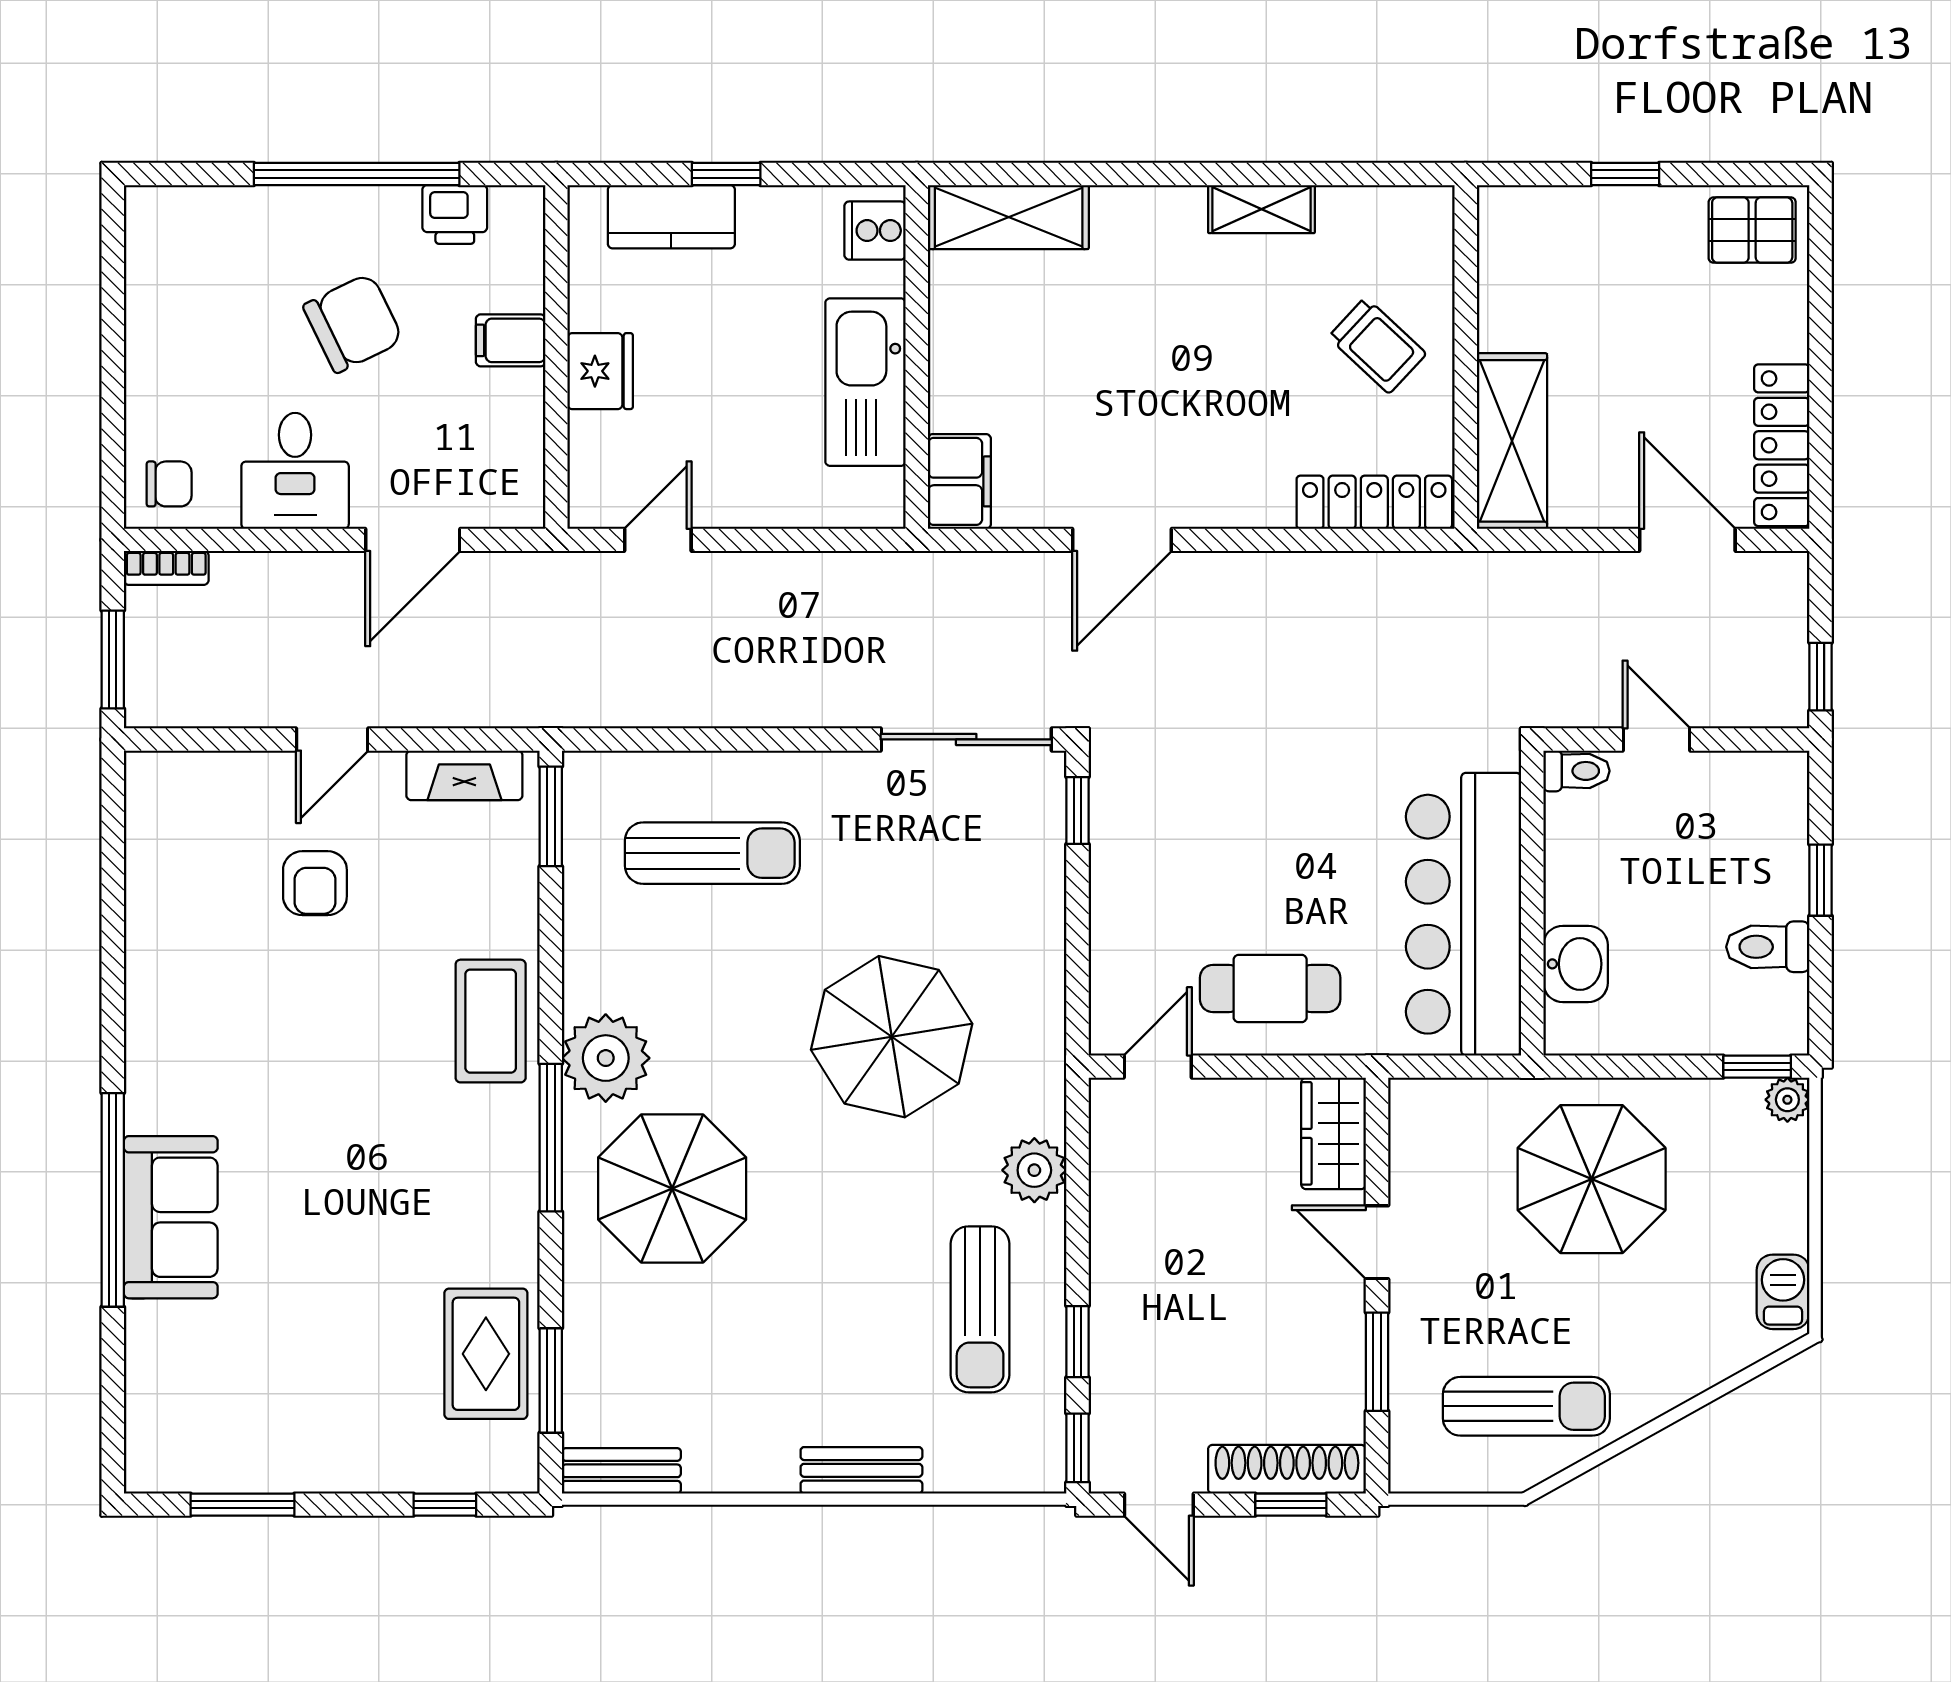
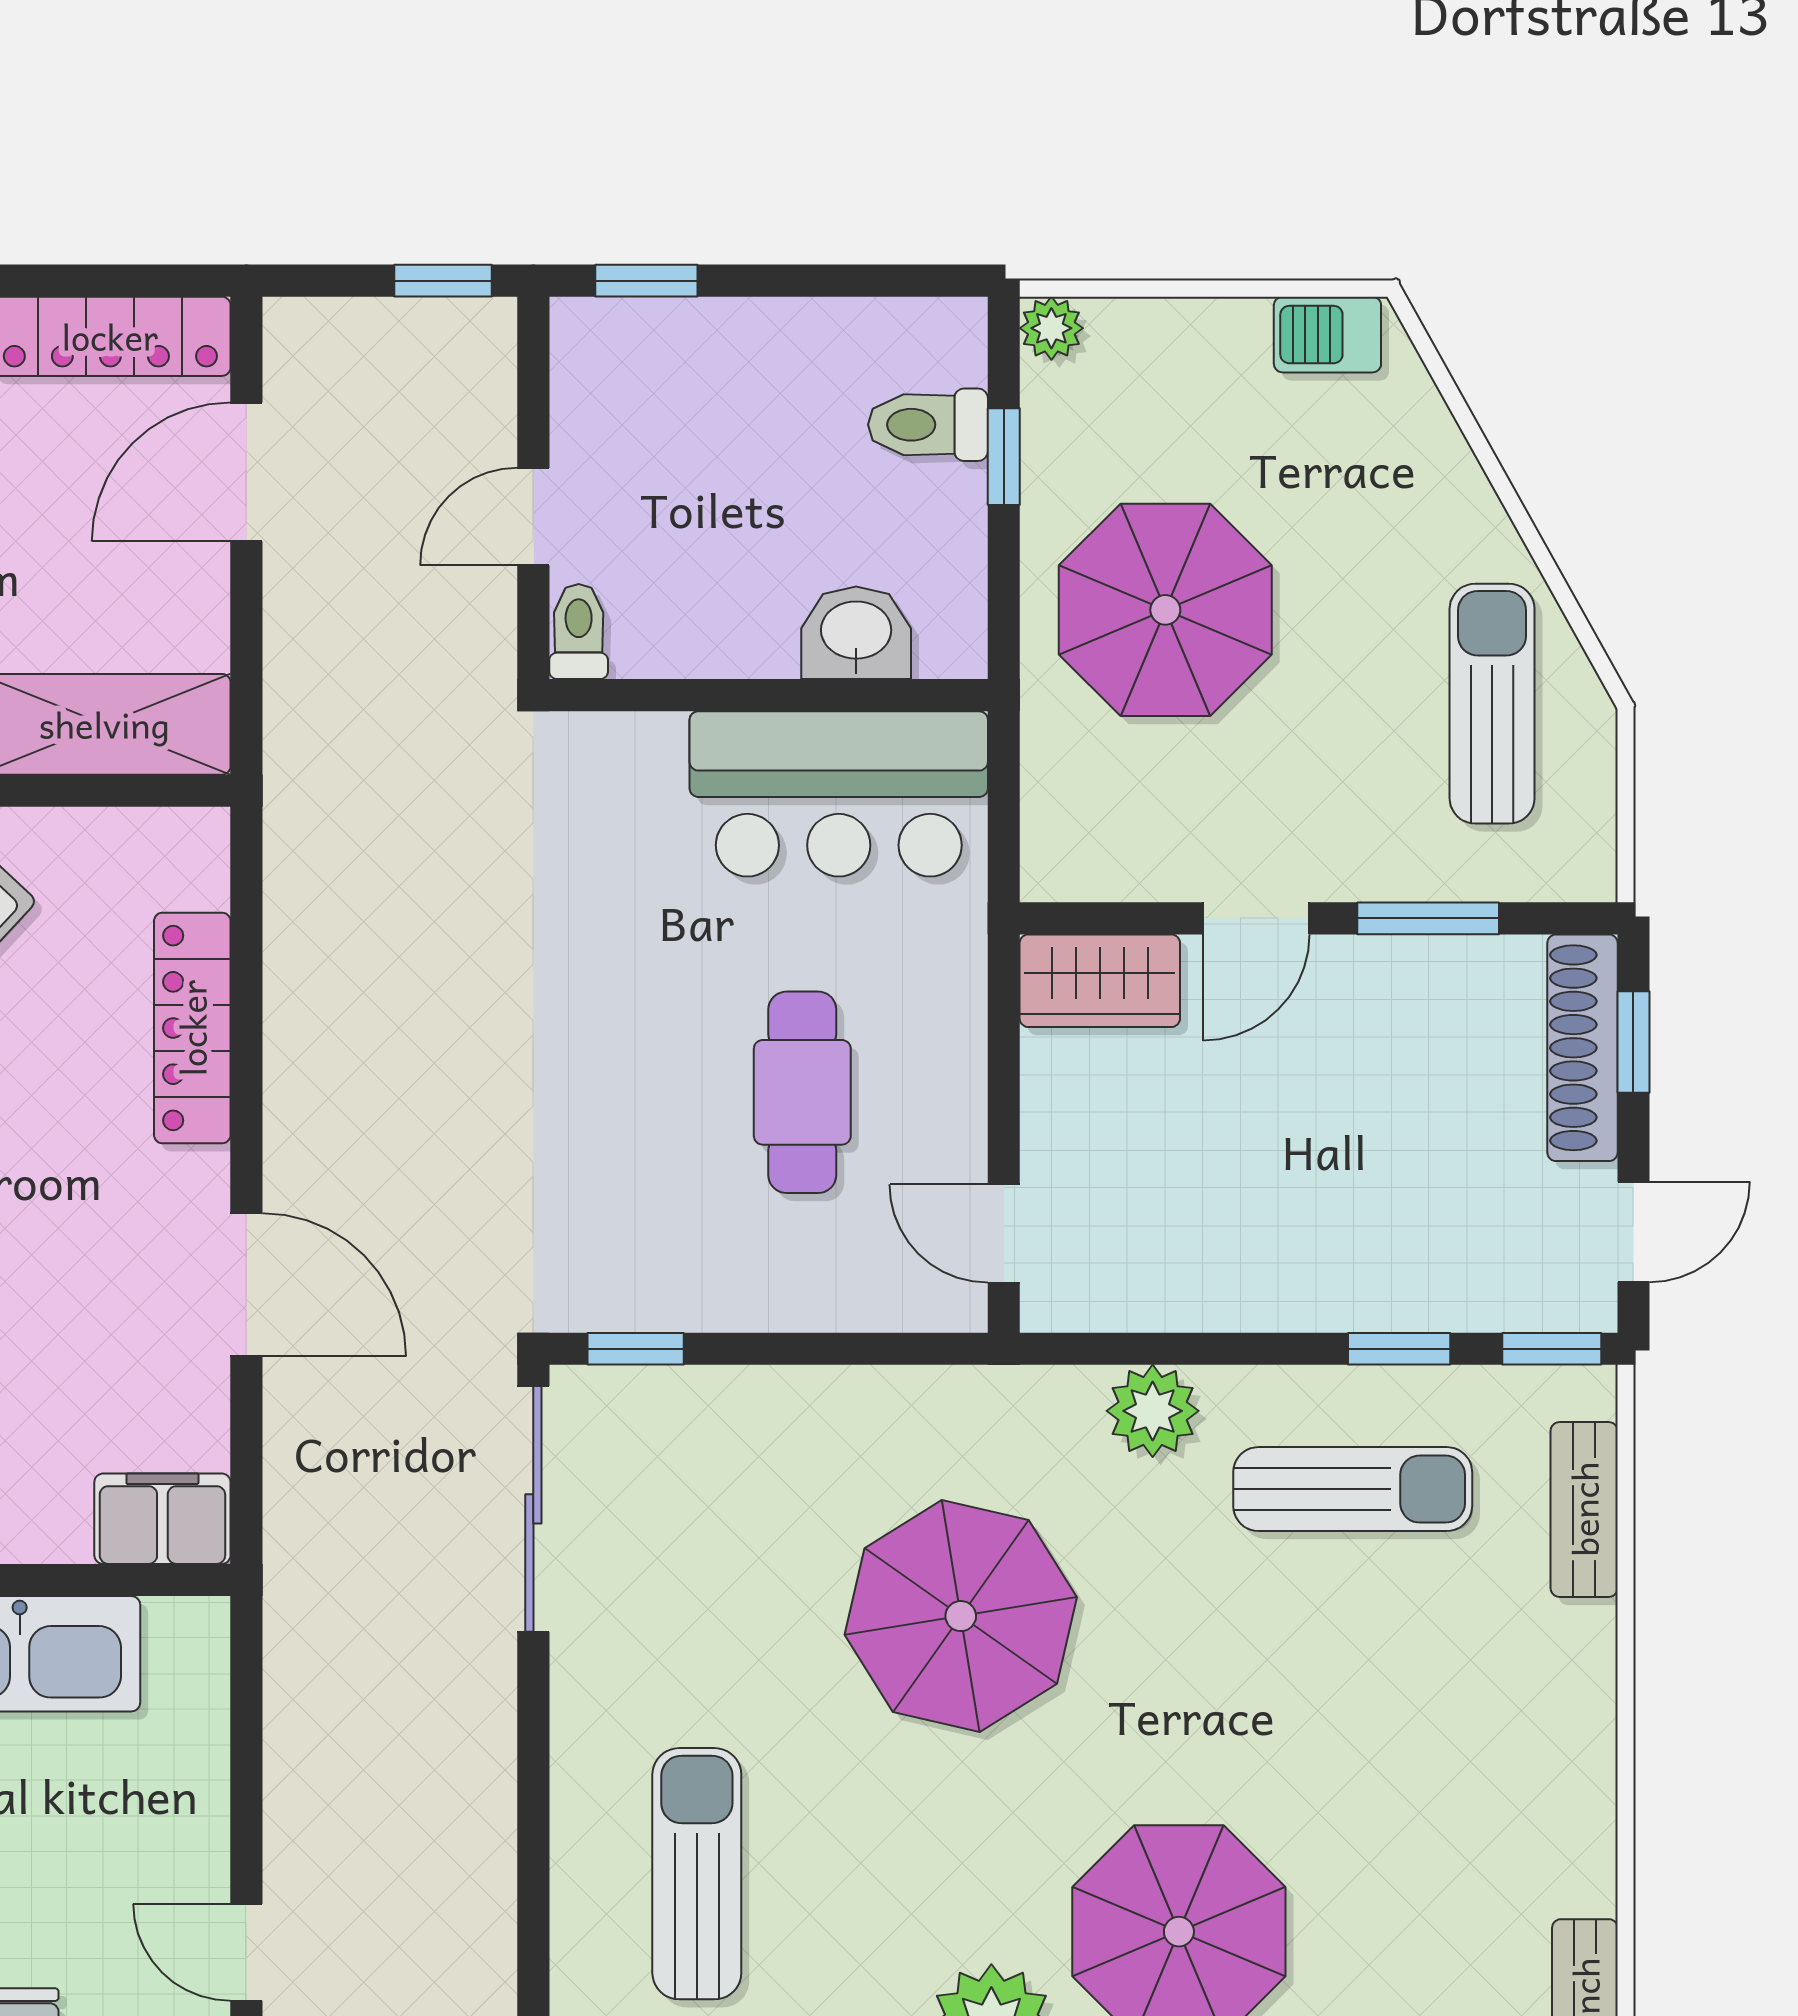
locker: (1374, 502) -> (192, 1028), moved
window: (1821, 880) -> (646, 281), moved
bar counter: (1464, 914) -> (839, 794), width x0.73
toilet: (1768, 947) -> (928, 425), moved, turned 90
cafe table: (1270, 989) -> (802, 1092), moved
window: (1757, 1067) -> (1004, 457), moved
bench: (861, 1470) -> (1584, 1509), moved

